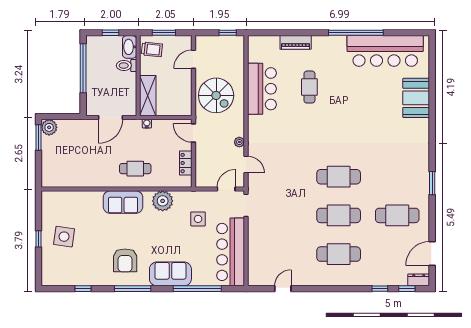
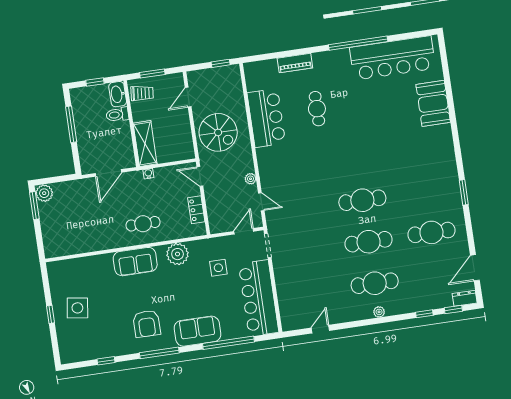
window: (83, 68) -> (71, 124), width x0.68
plant: (339, 281) -> (379, 312), added

